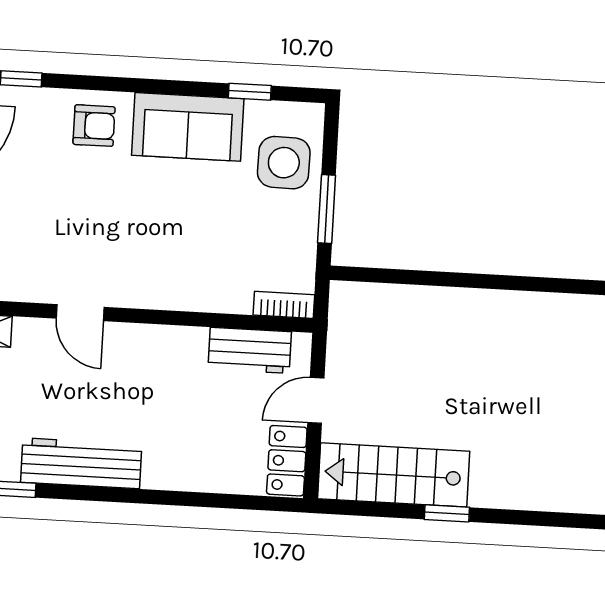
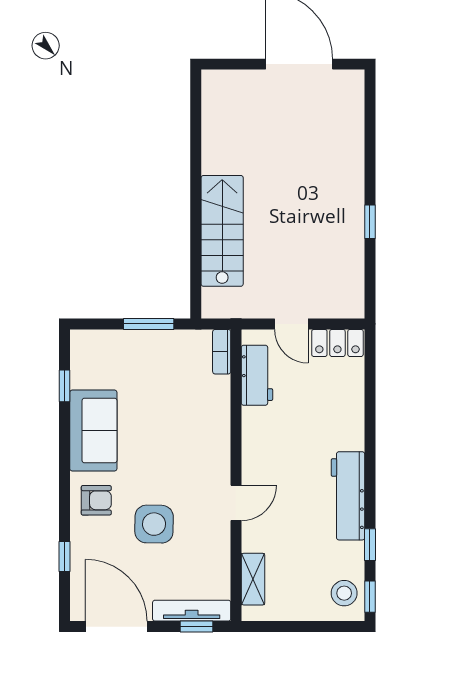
armchair: (94, 126) -> (96, 500), turned 90
side table: (284, 163) -> (154, 524), moved
stairs: (394, 475) -> (222, 231), moved, turned 180

